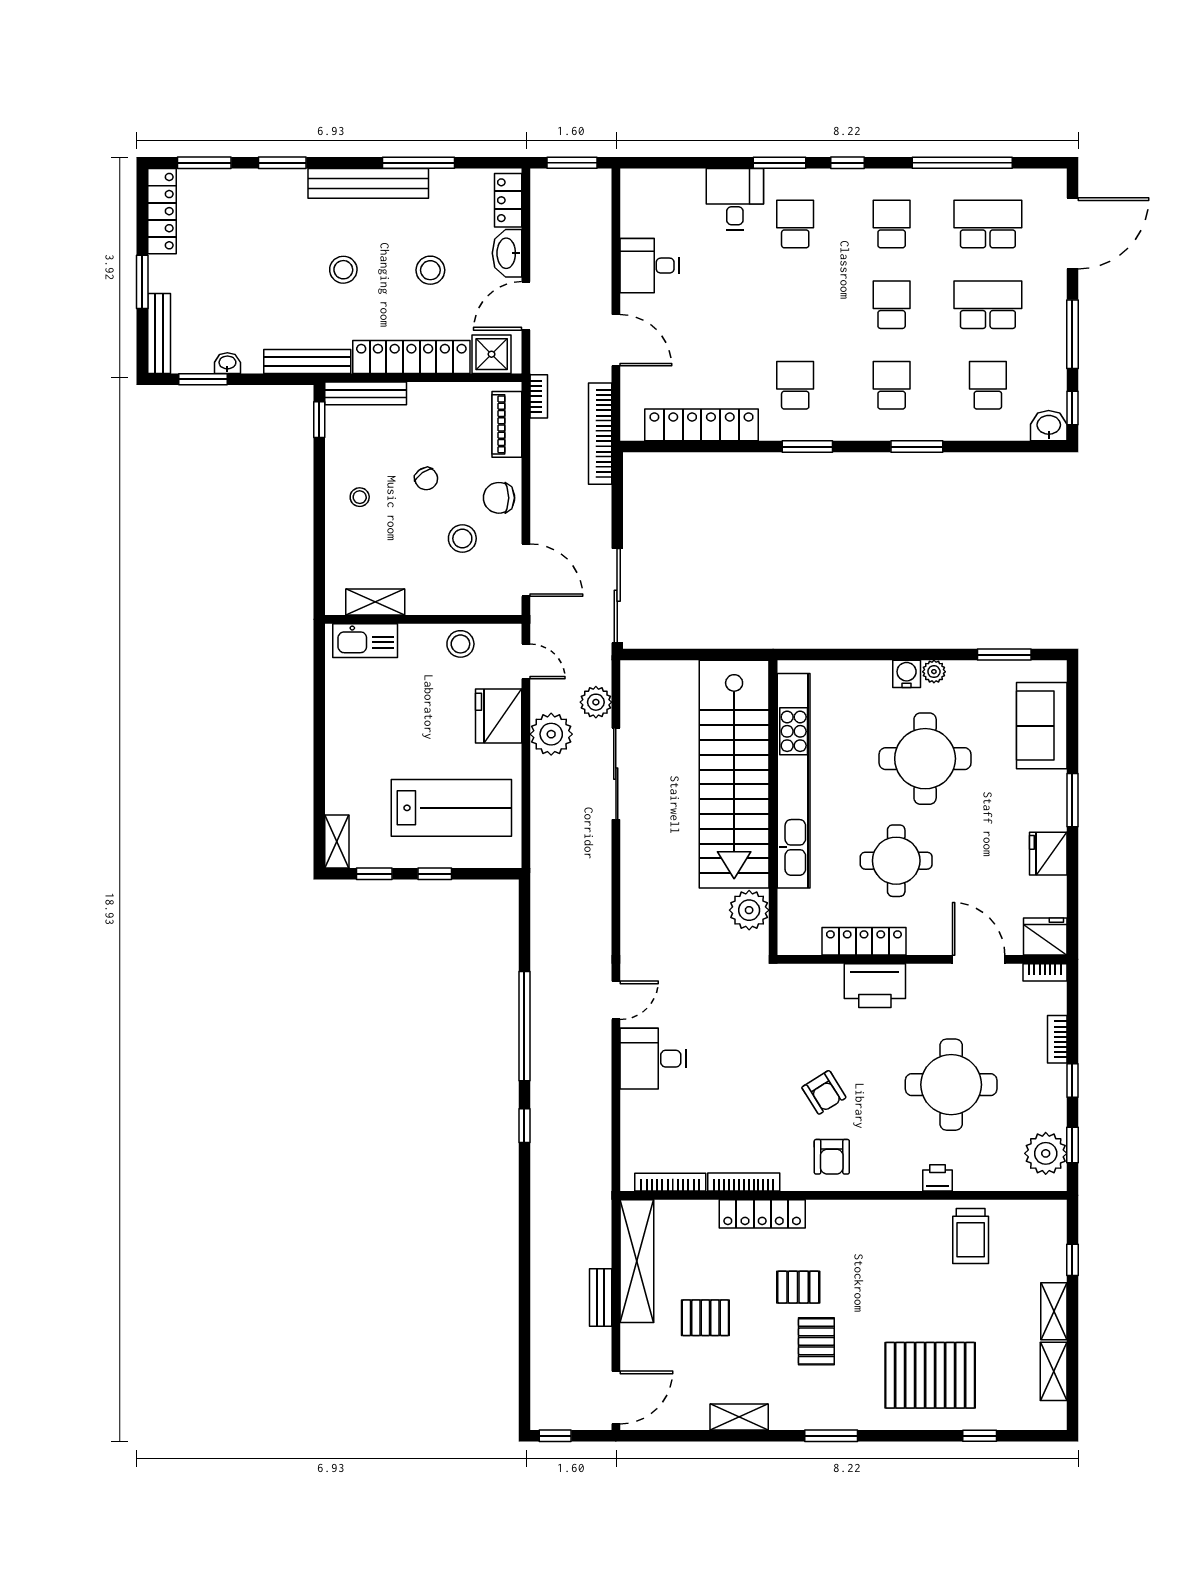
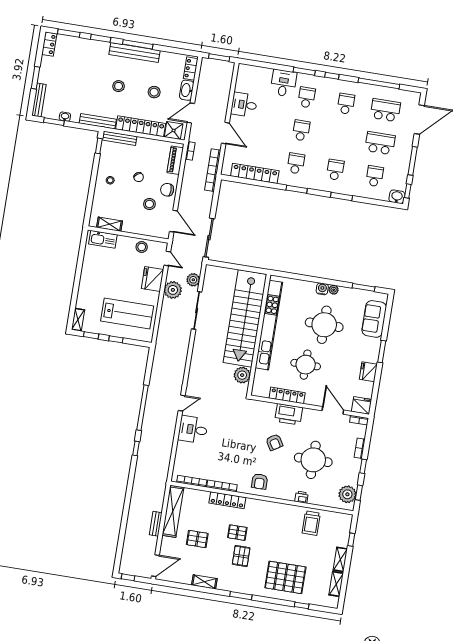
window: (419, 163) -> (138, 44), moved
locker: (162, 211) -> (49, 44), width x0.66
school desk: (892, 305) -> (301, 130), moved
armchair: (824, 1092) -> (274, 442), moved

